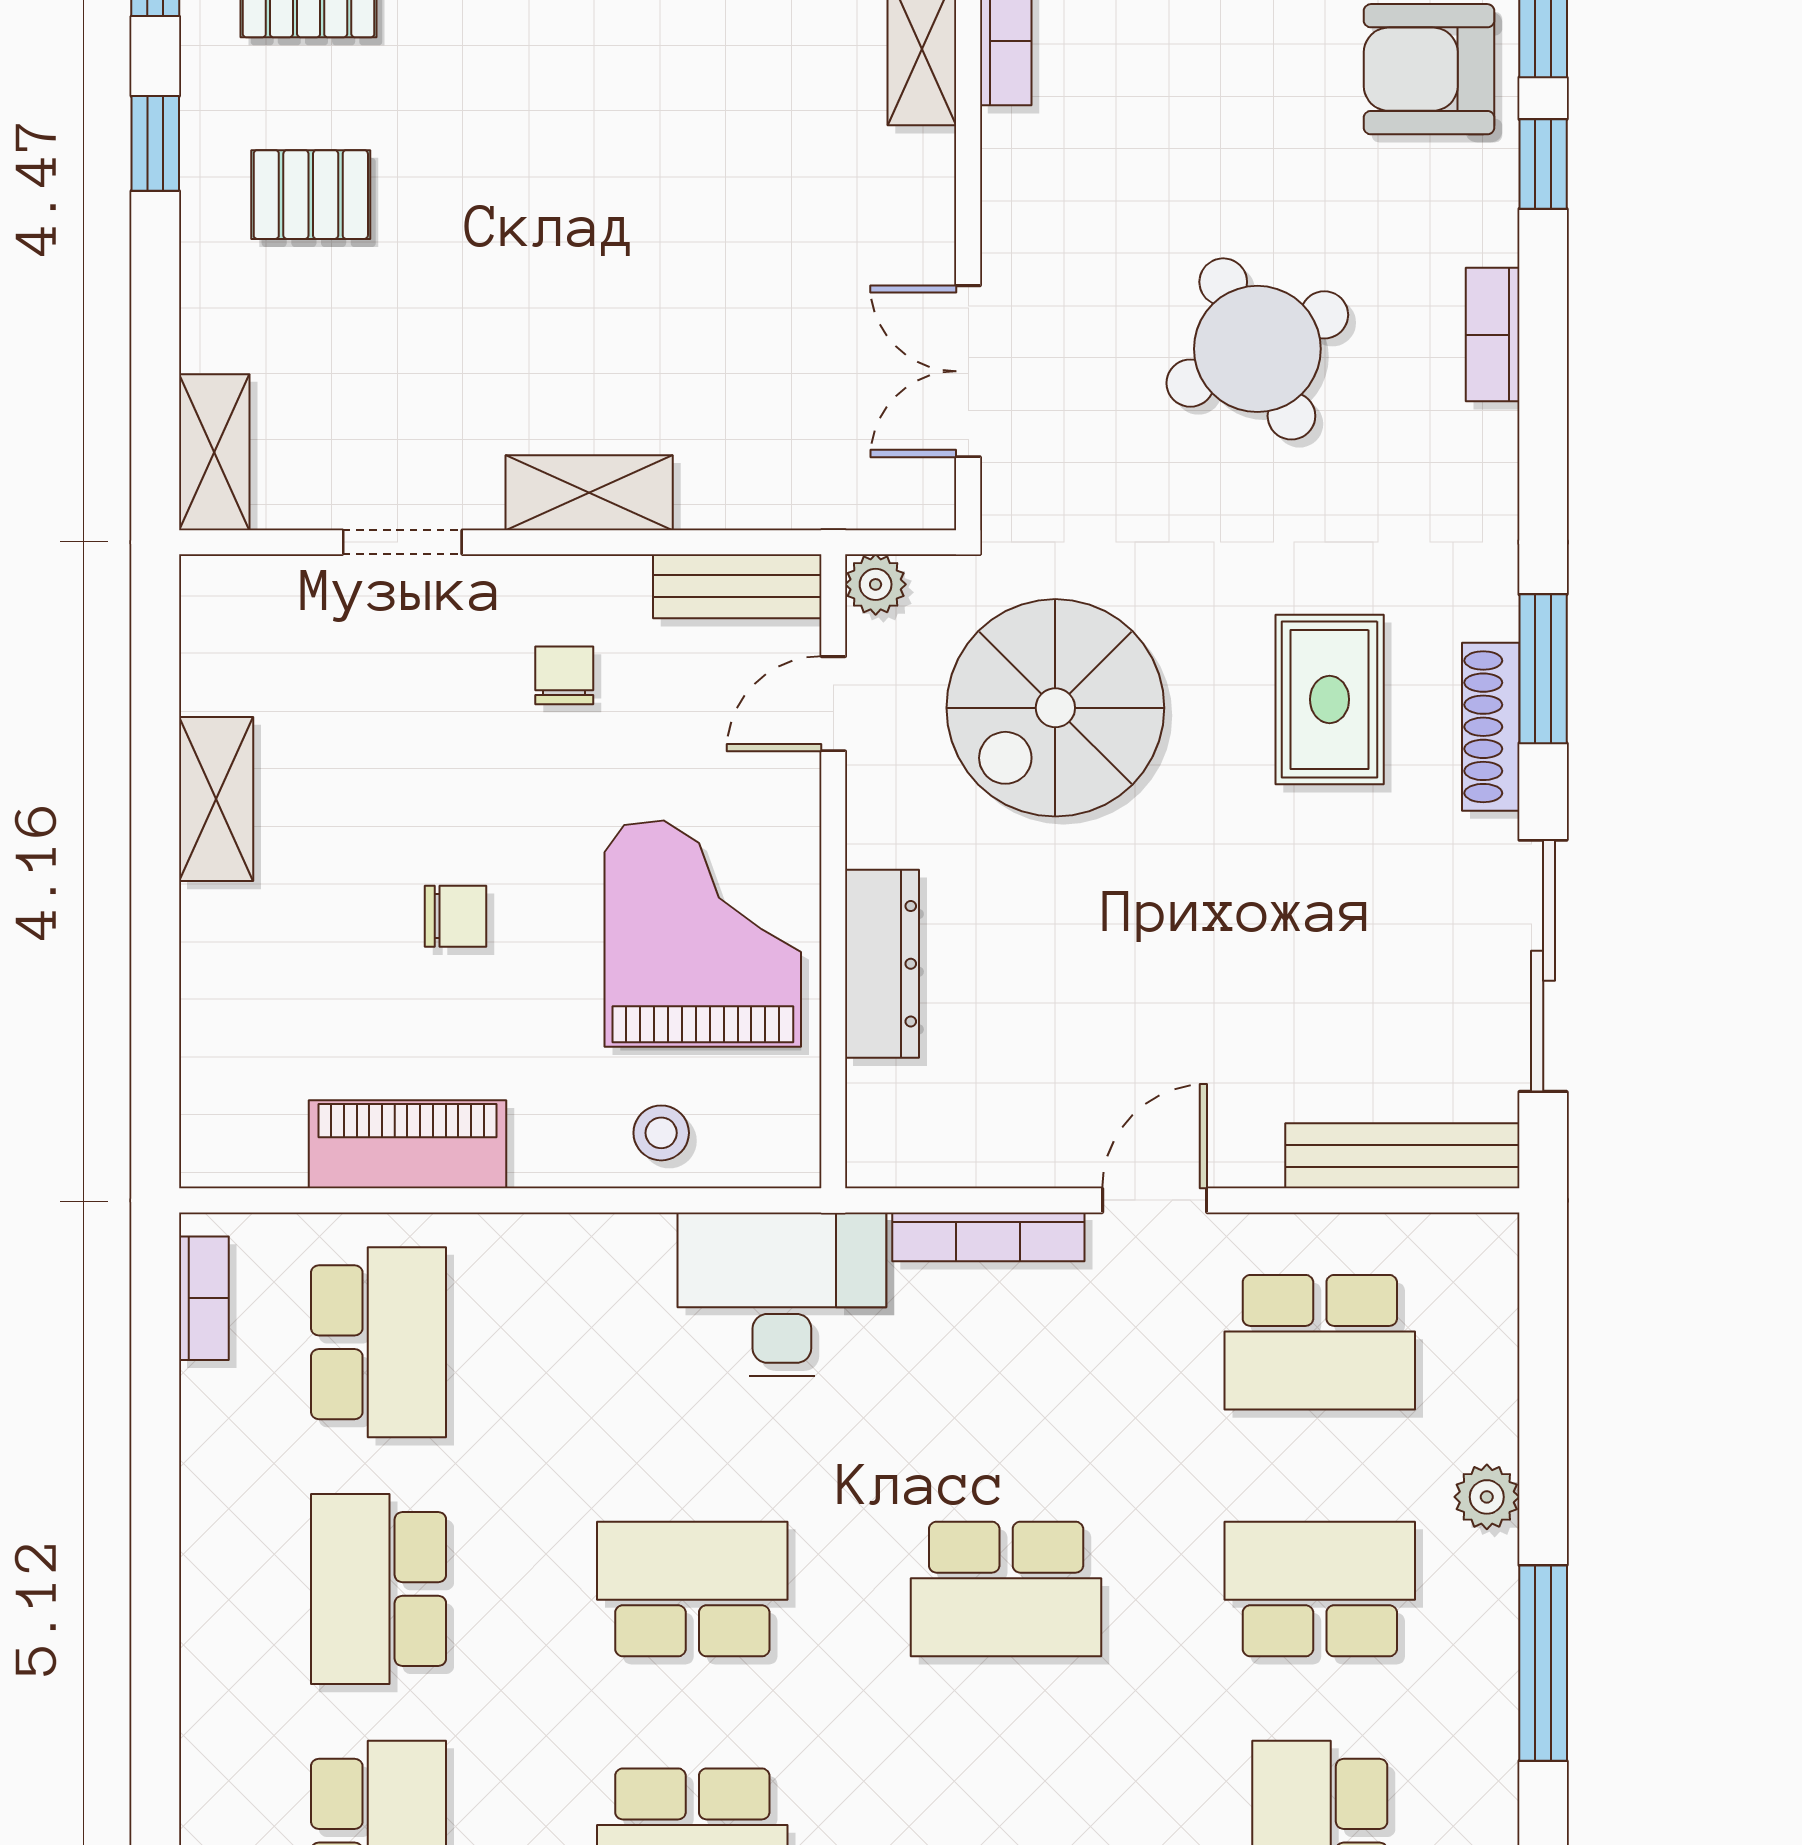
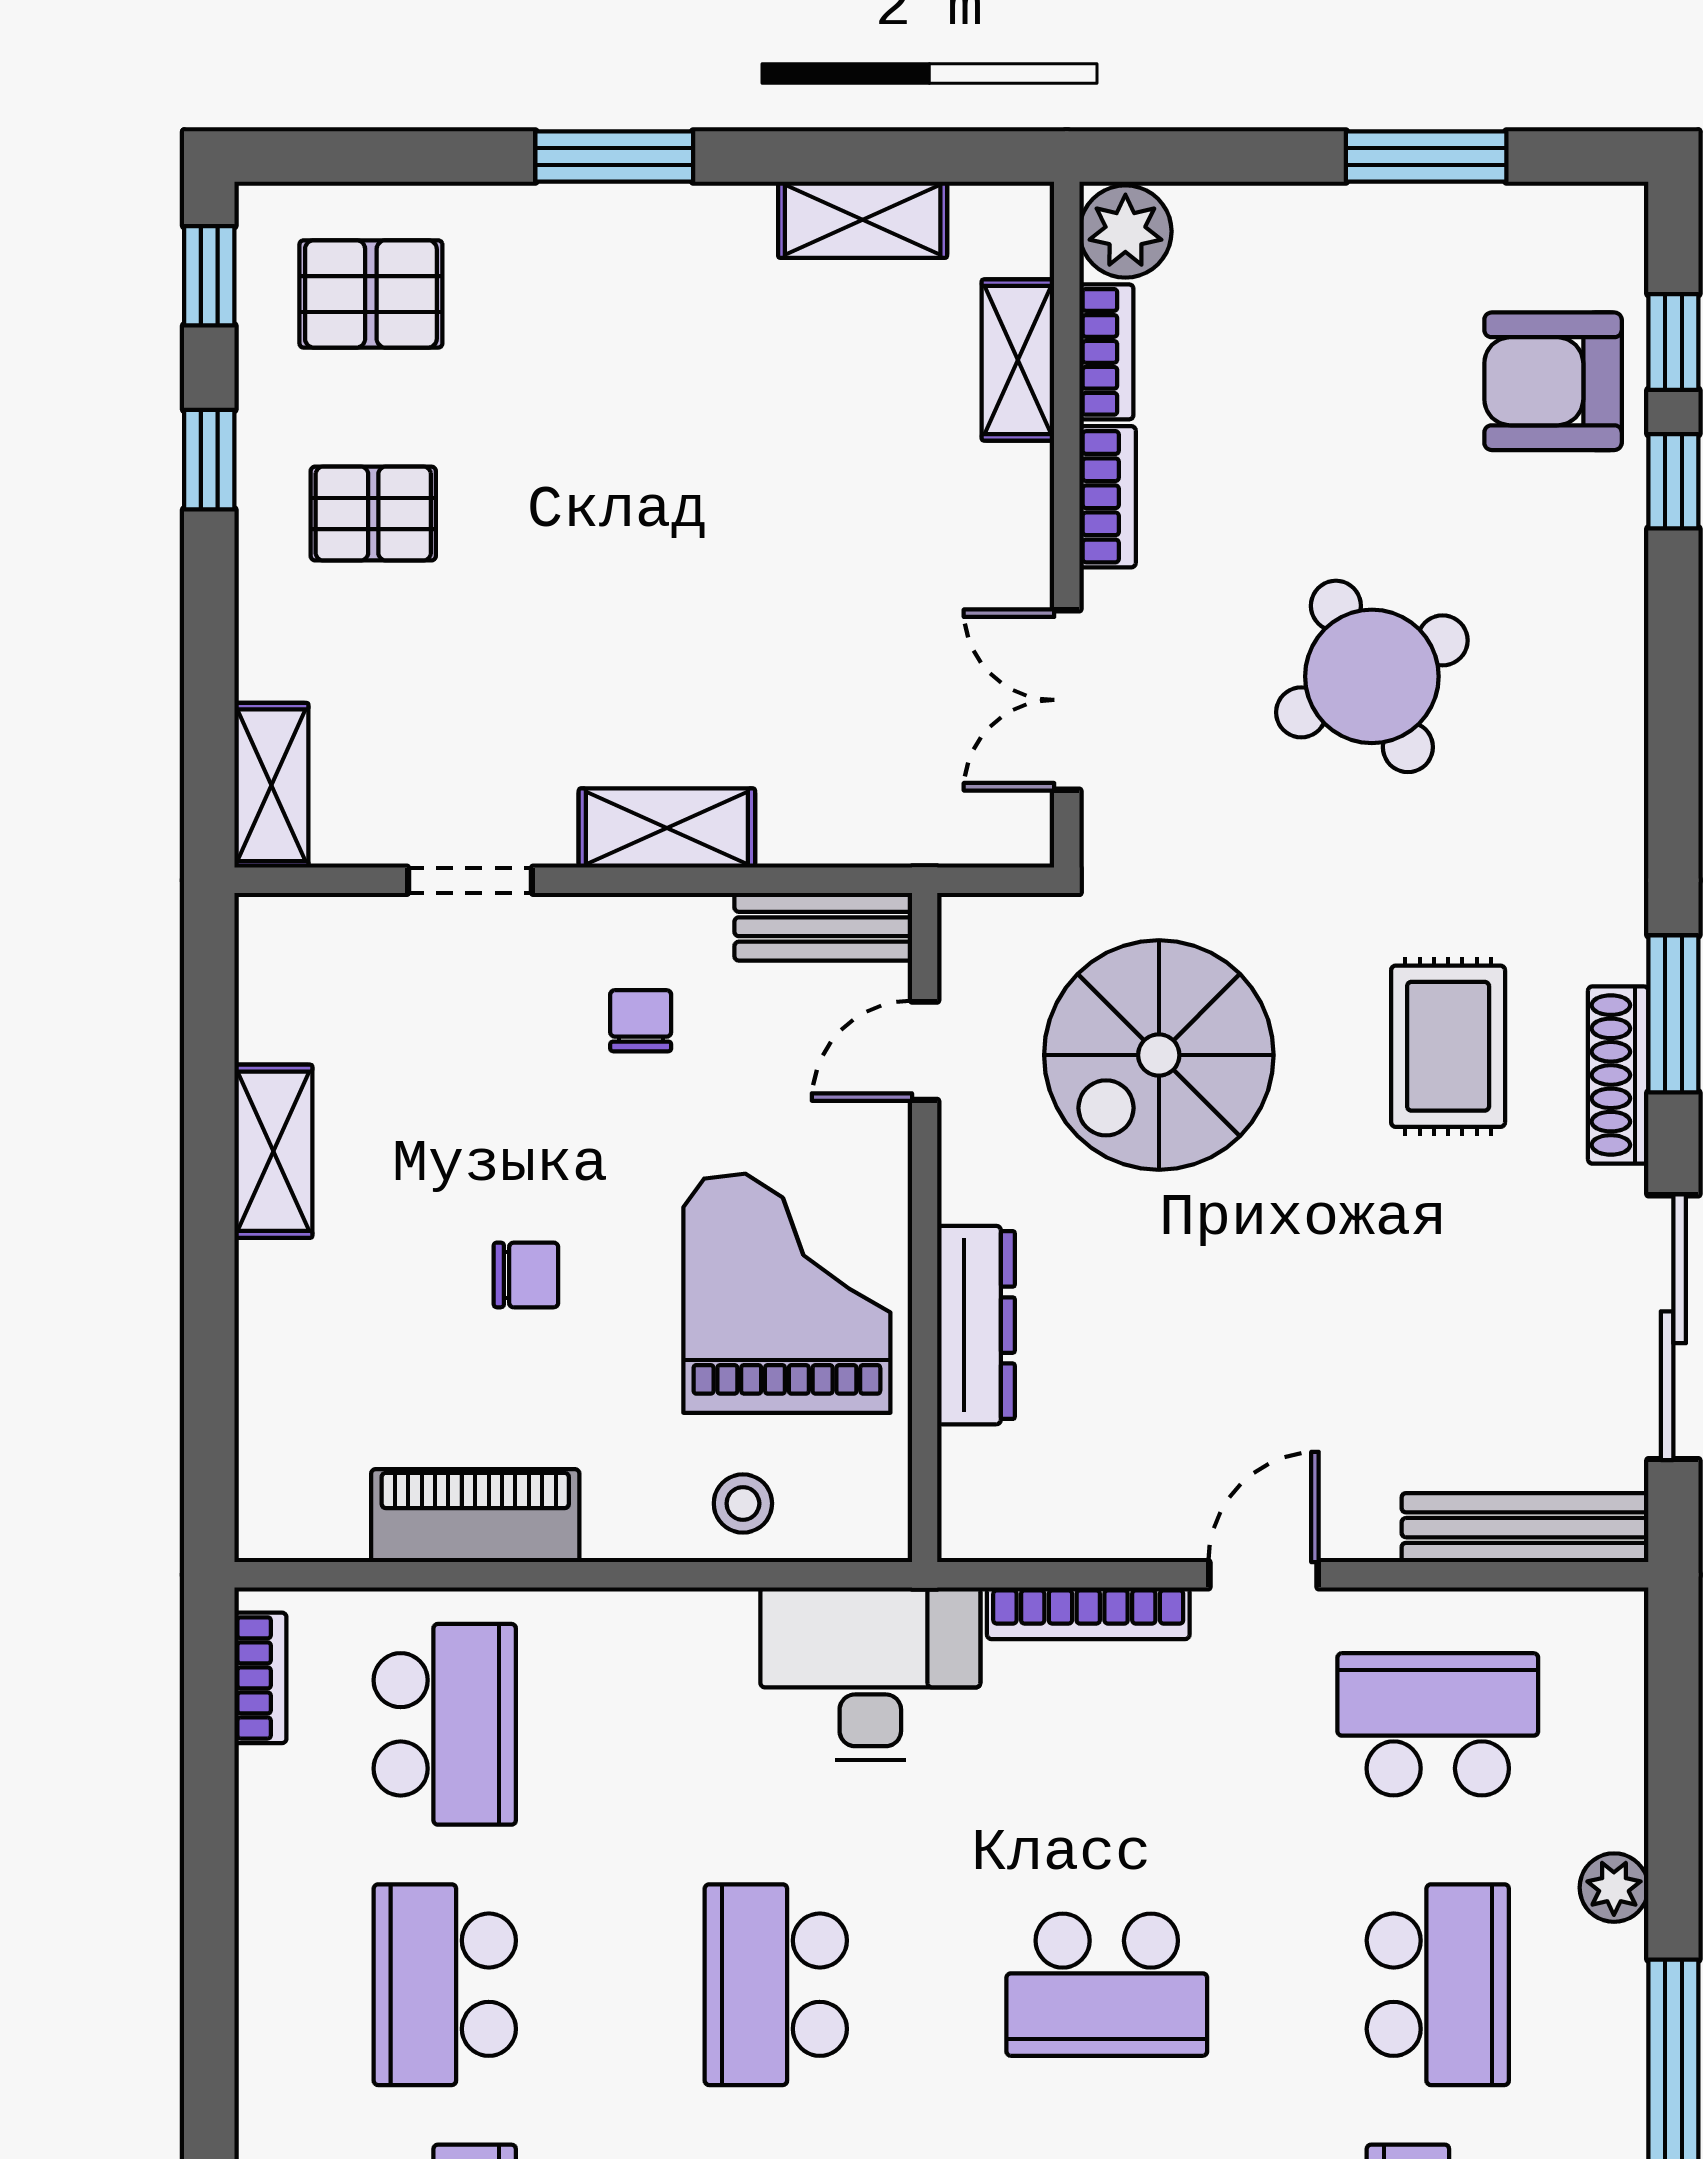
bookcase: (1493, 335) -> (1108, 497), moved, turned 180
plant: (876, 584) -> (969, 925), removed
school desk: (1320, 1342) -> (1438, 1724), turned 180
school desk: (692, 1589) -> (776, 1985), turned -90
school desk: (1320, 1589) -> (1438, 1985), turned 90

